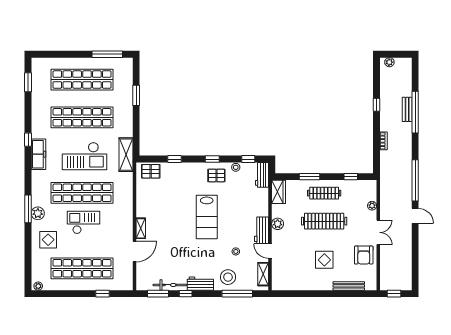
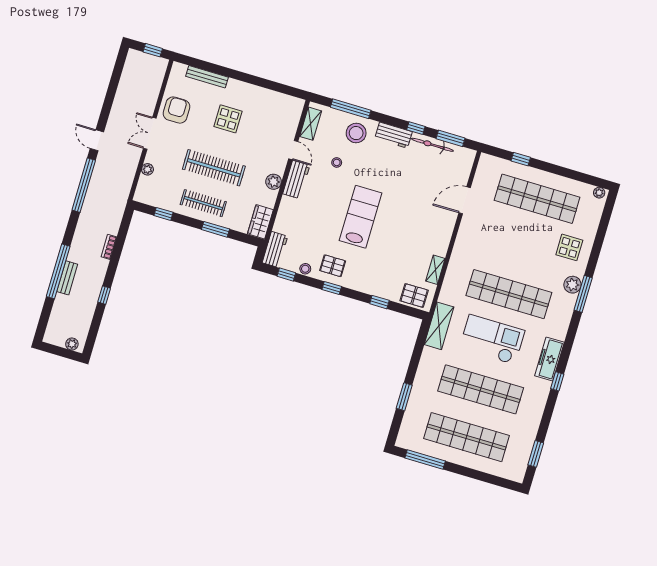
checkout: (83, 222) -> (518, 256), removed
shelving: (141, 228) -> (435, 270), moved

